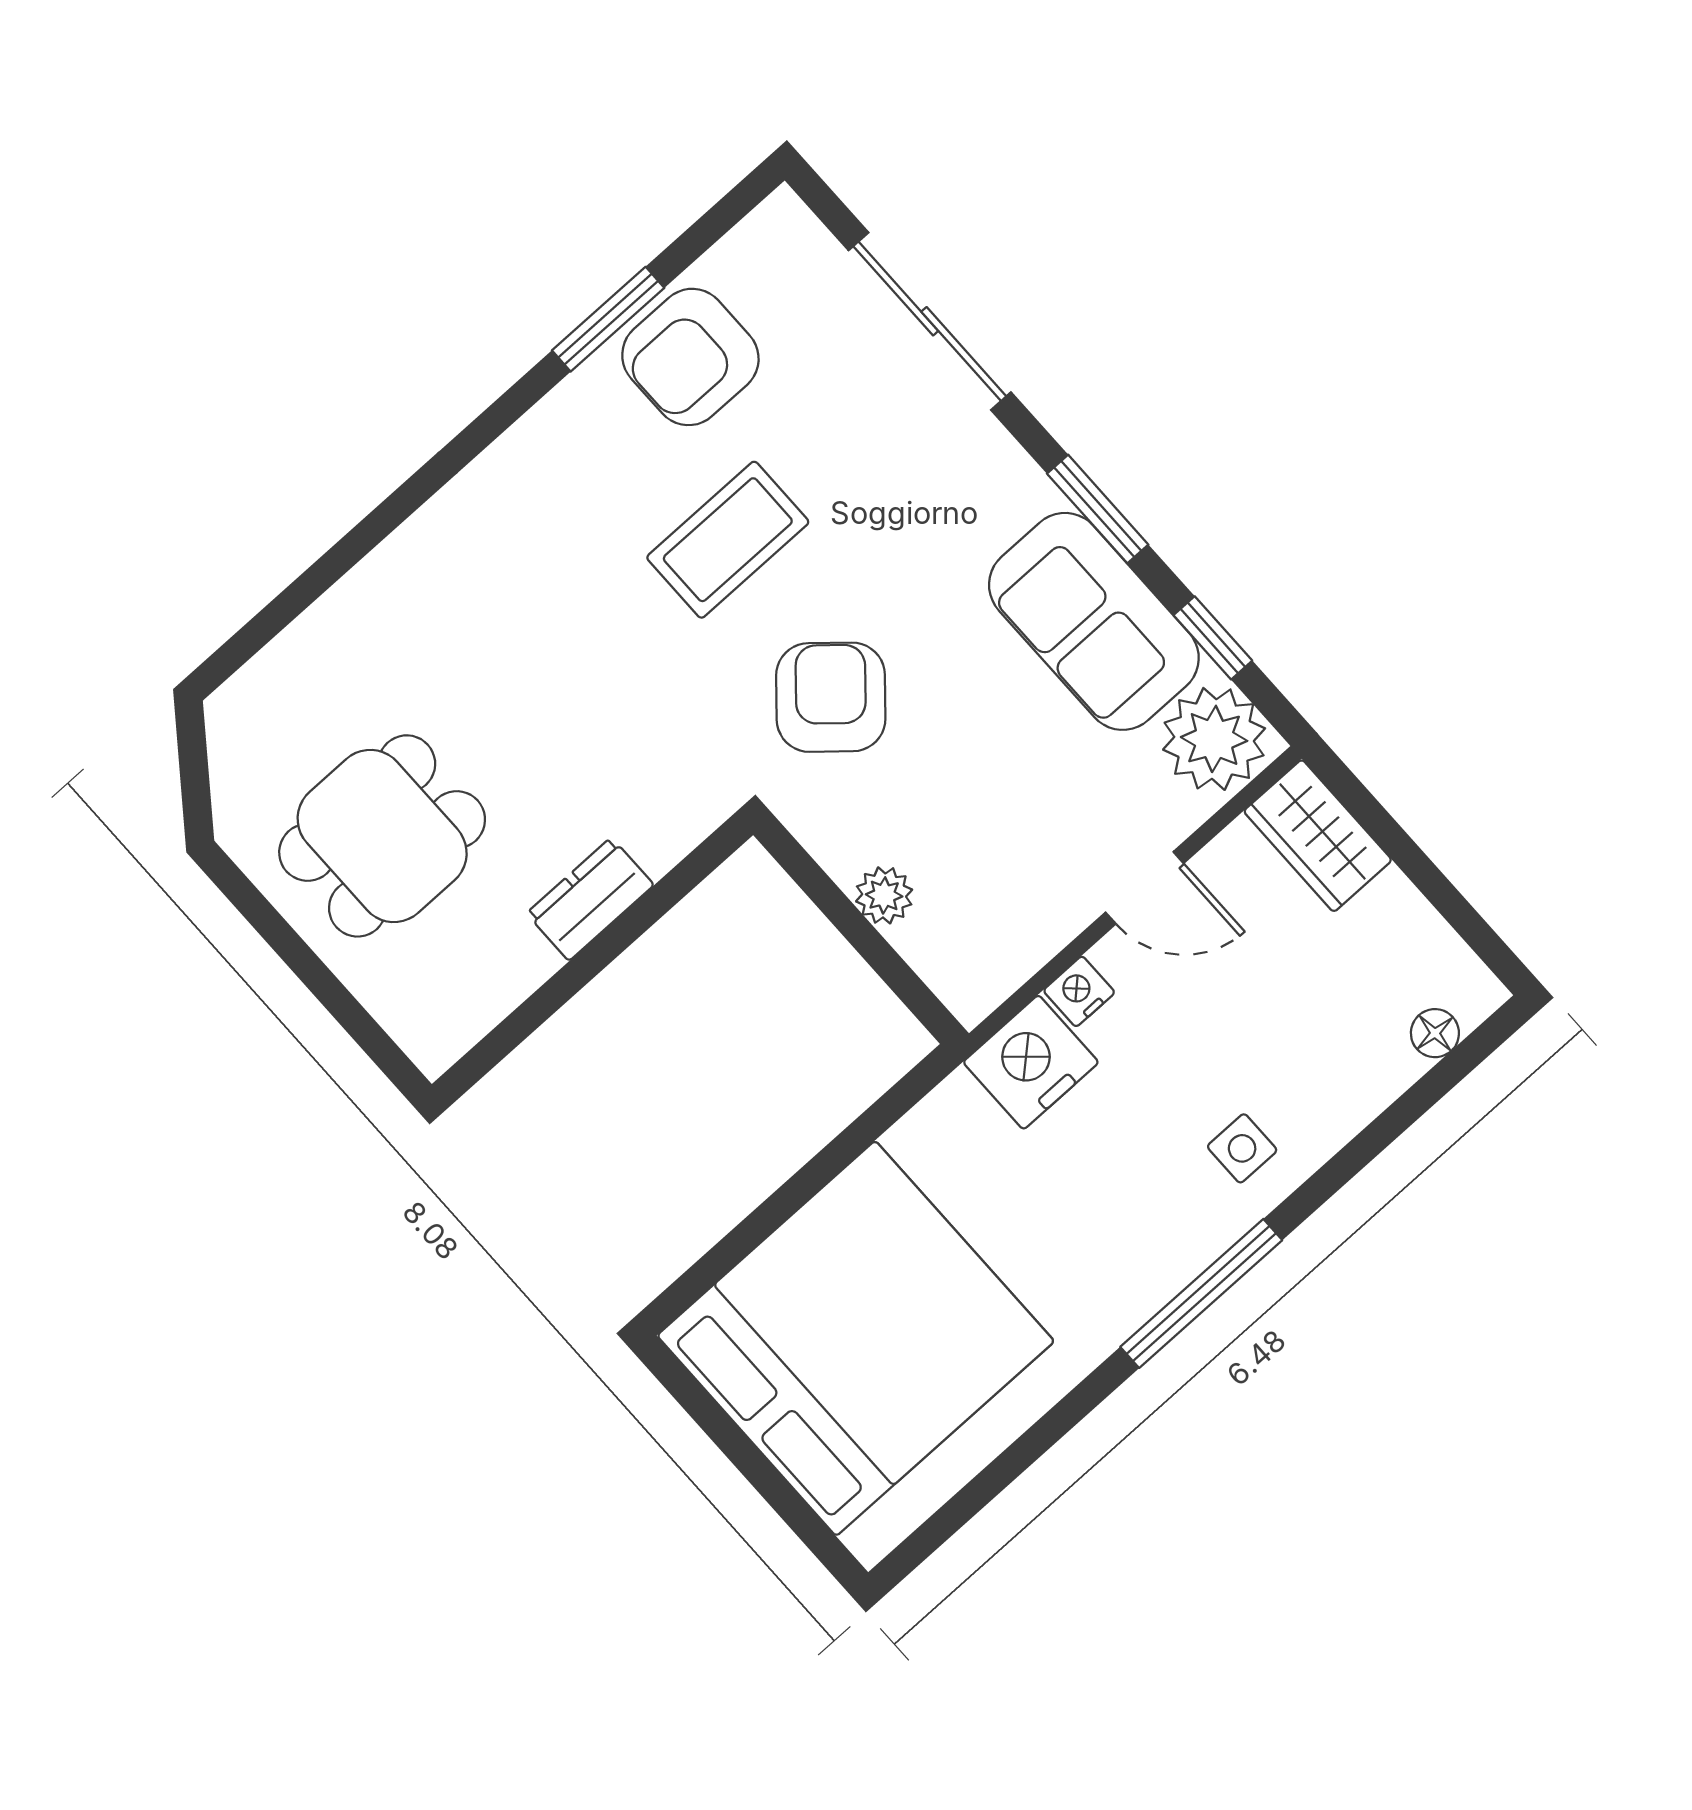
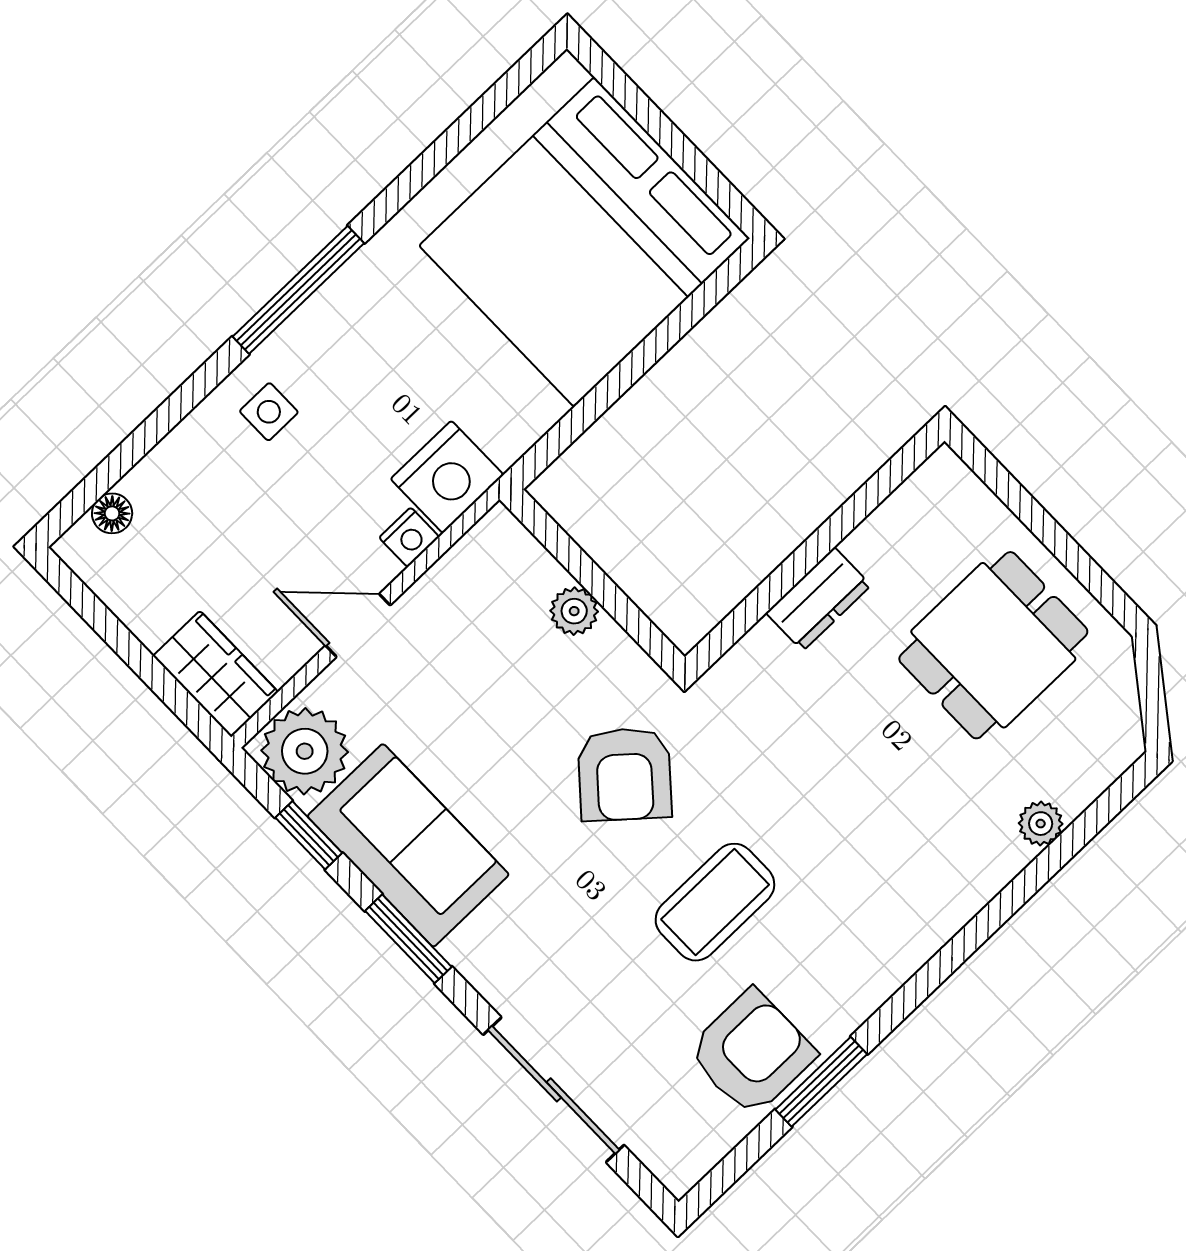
plant: (333, 620) -> (1041, 824), added

